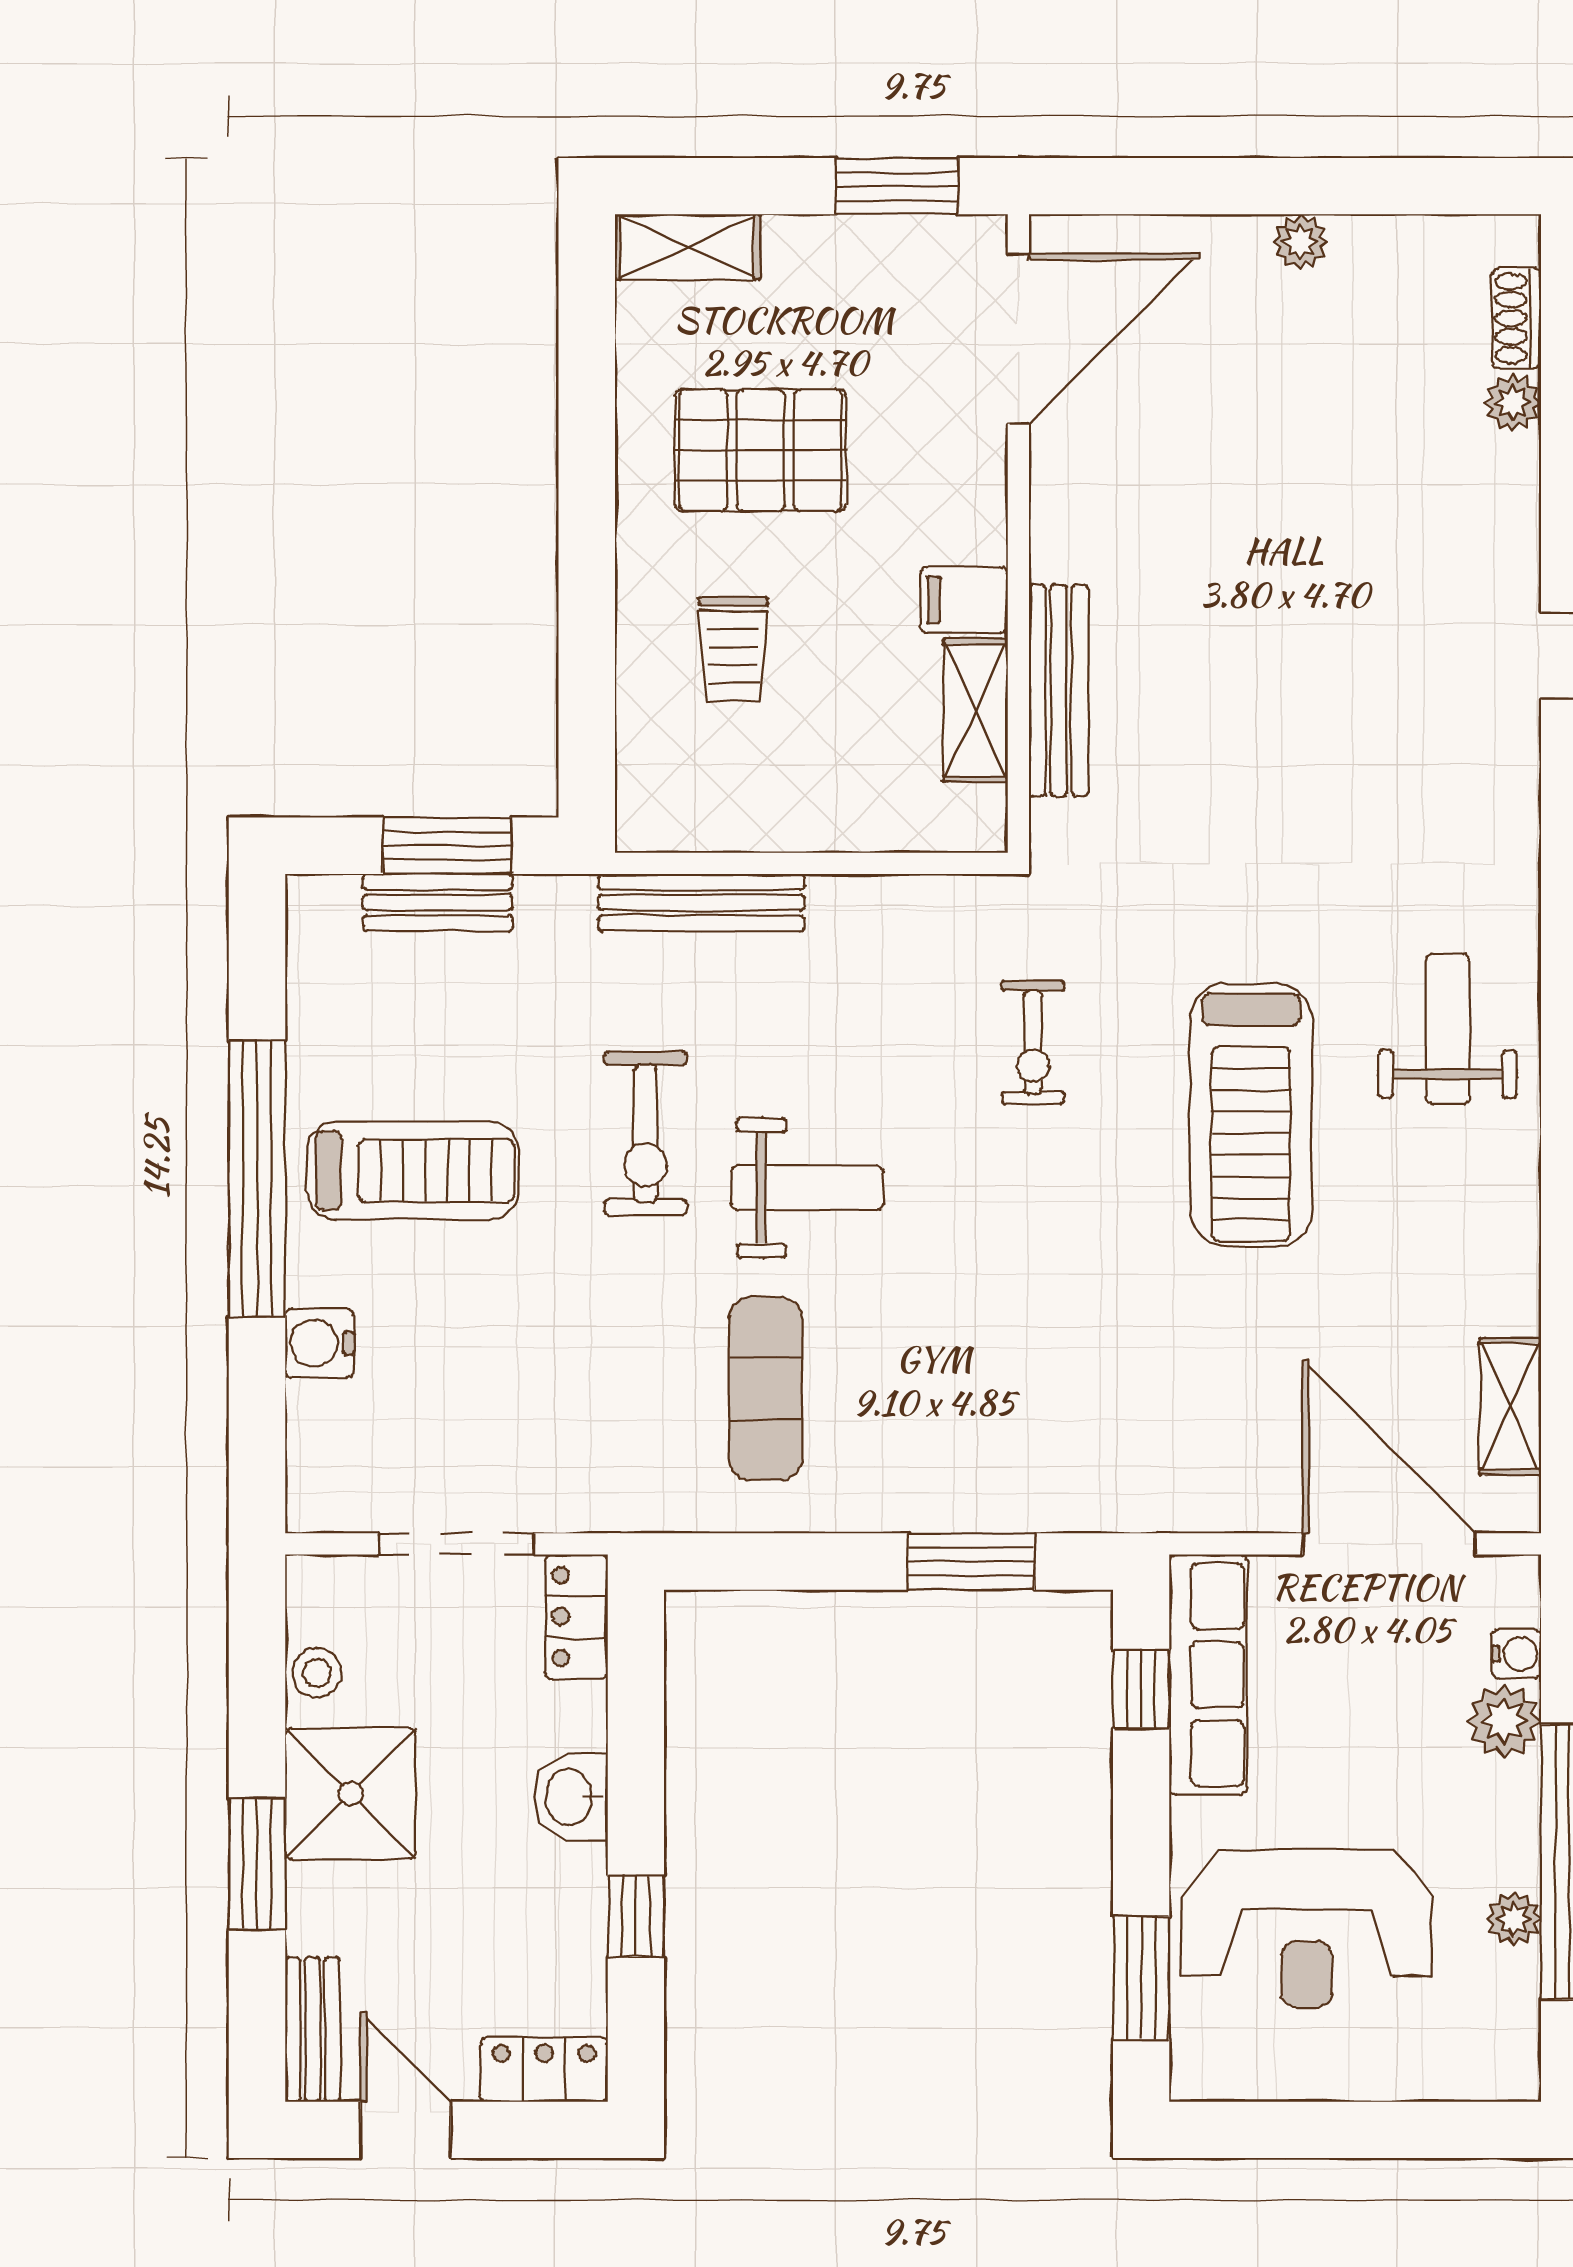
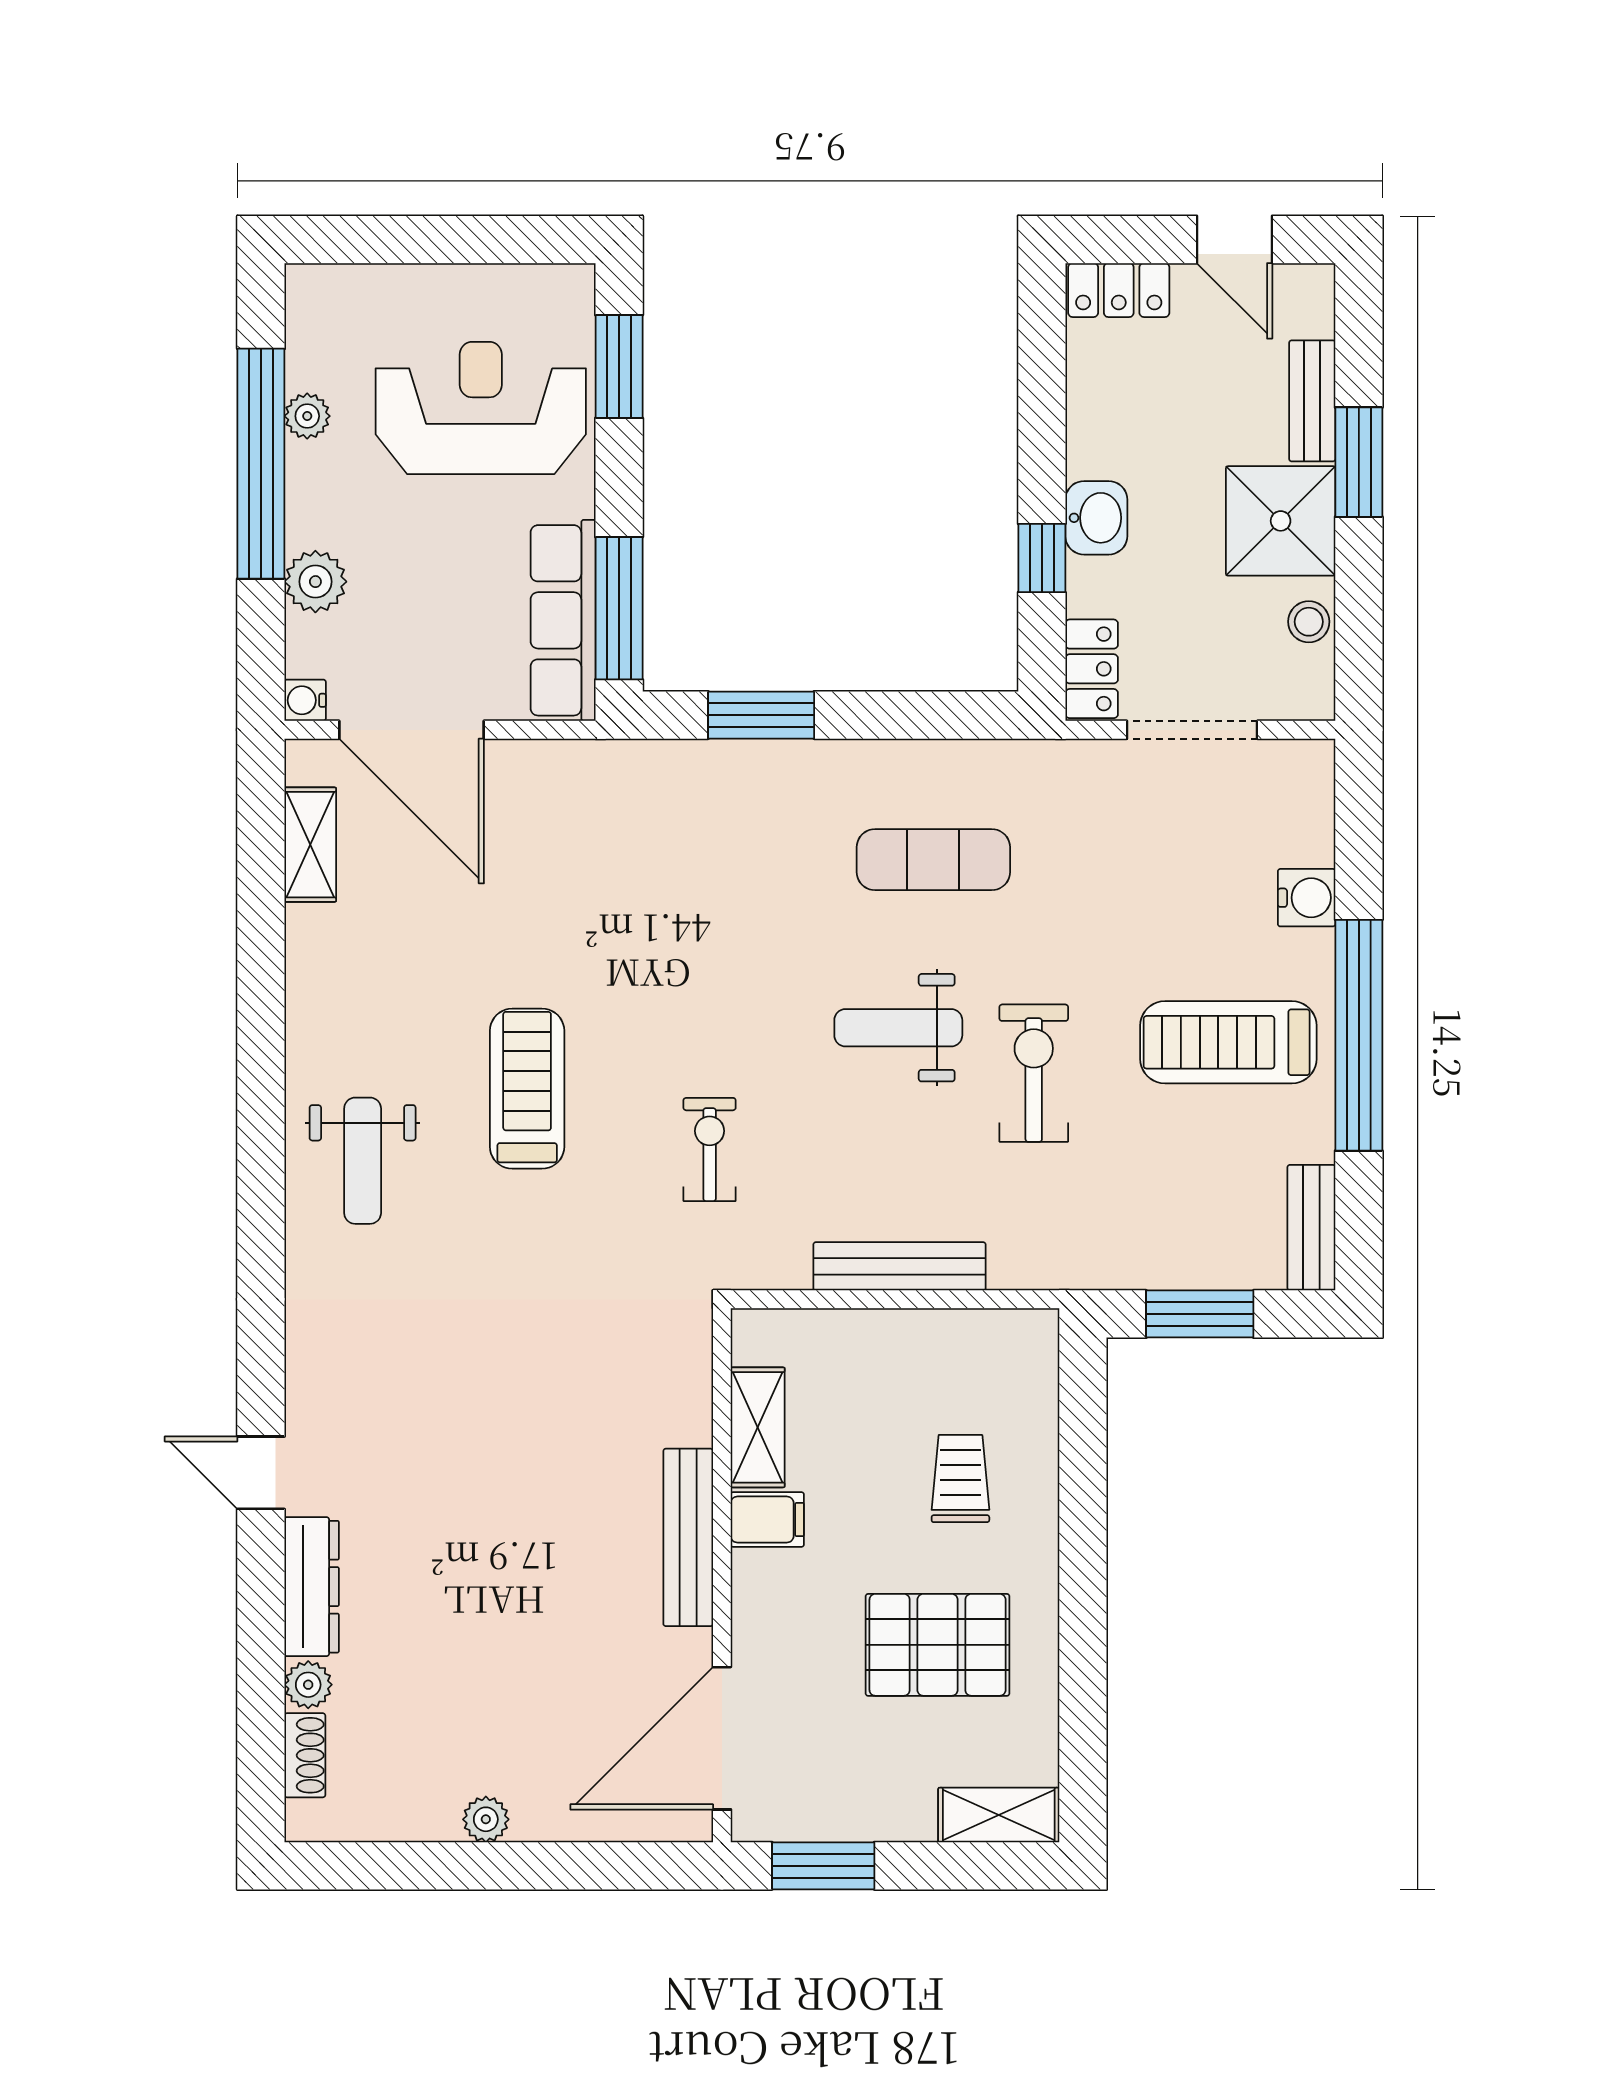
dresser: (1509, 520) -> (312, 1587), added
bench: (1059, 691) -> (688, 1537), moved
bench: (438, 902) -> (1311, 1228), moved, turned 90
bench: (702, 903) -> (900, 1266), moved
treadmill: (1251, 1115) -> (527, 1089), width x0.73, depth x0.73
exercise mat: (766, 1389) -> (933, 860), turned 90
water cooler: (1516, 1654) -> (305, 700), moved
window: (1141, 1689) -> (619, 608), width x2.17
window: (636, 1916) -> (1042, 558), moved
bench: (313, 2029) -> (1312, 401), moved

